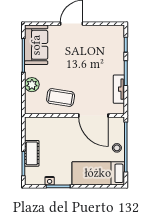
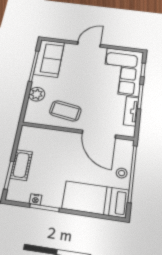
corner sofa: (107, 49) -> (123, 72), added

